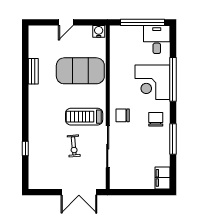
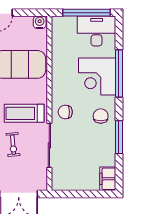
desk: (157, 40) -> (97, 31), width x1.37

